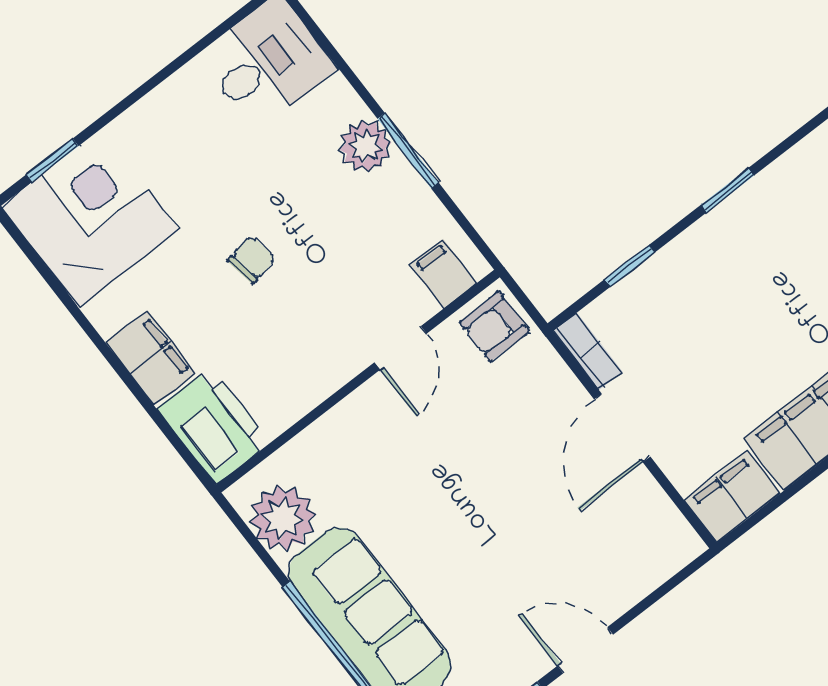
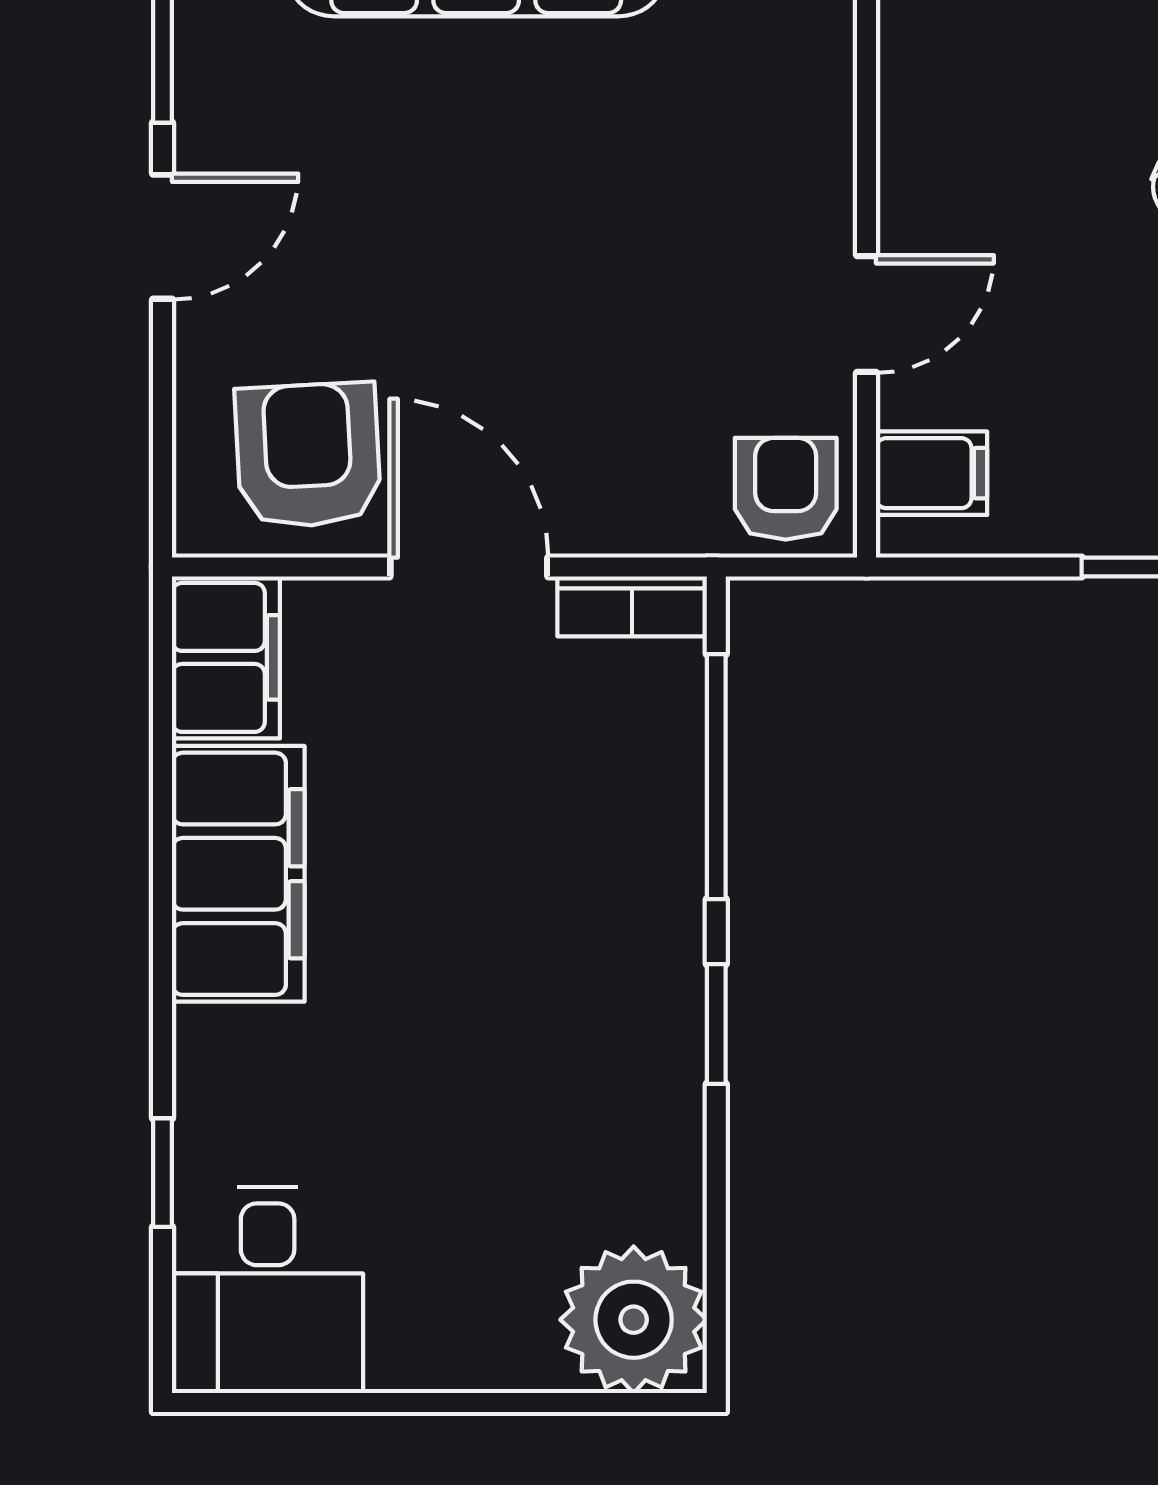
window: (630, 266) -> (716, 777), width x2.17
door: (401, 348) -> (867, 314), swing flipped
armchair: (627, 526) -> (308, 455), added

